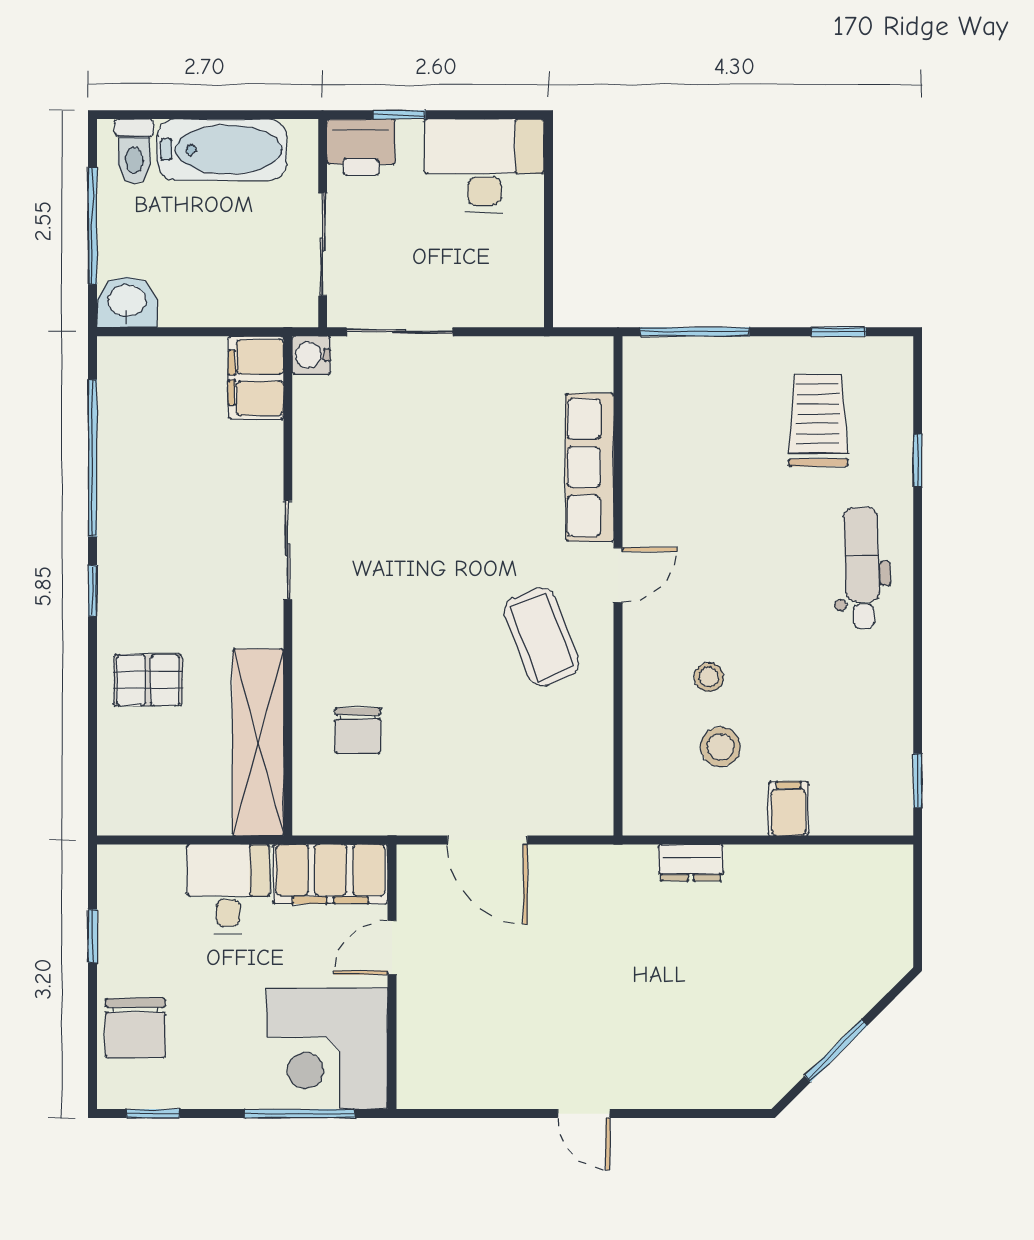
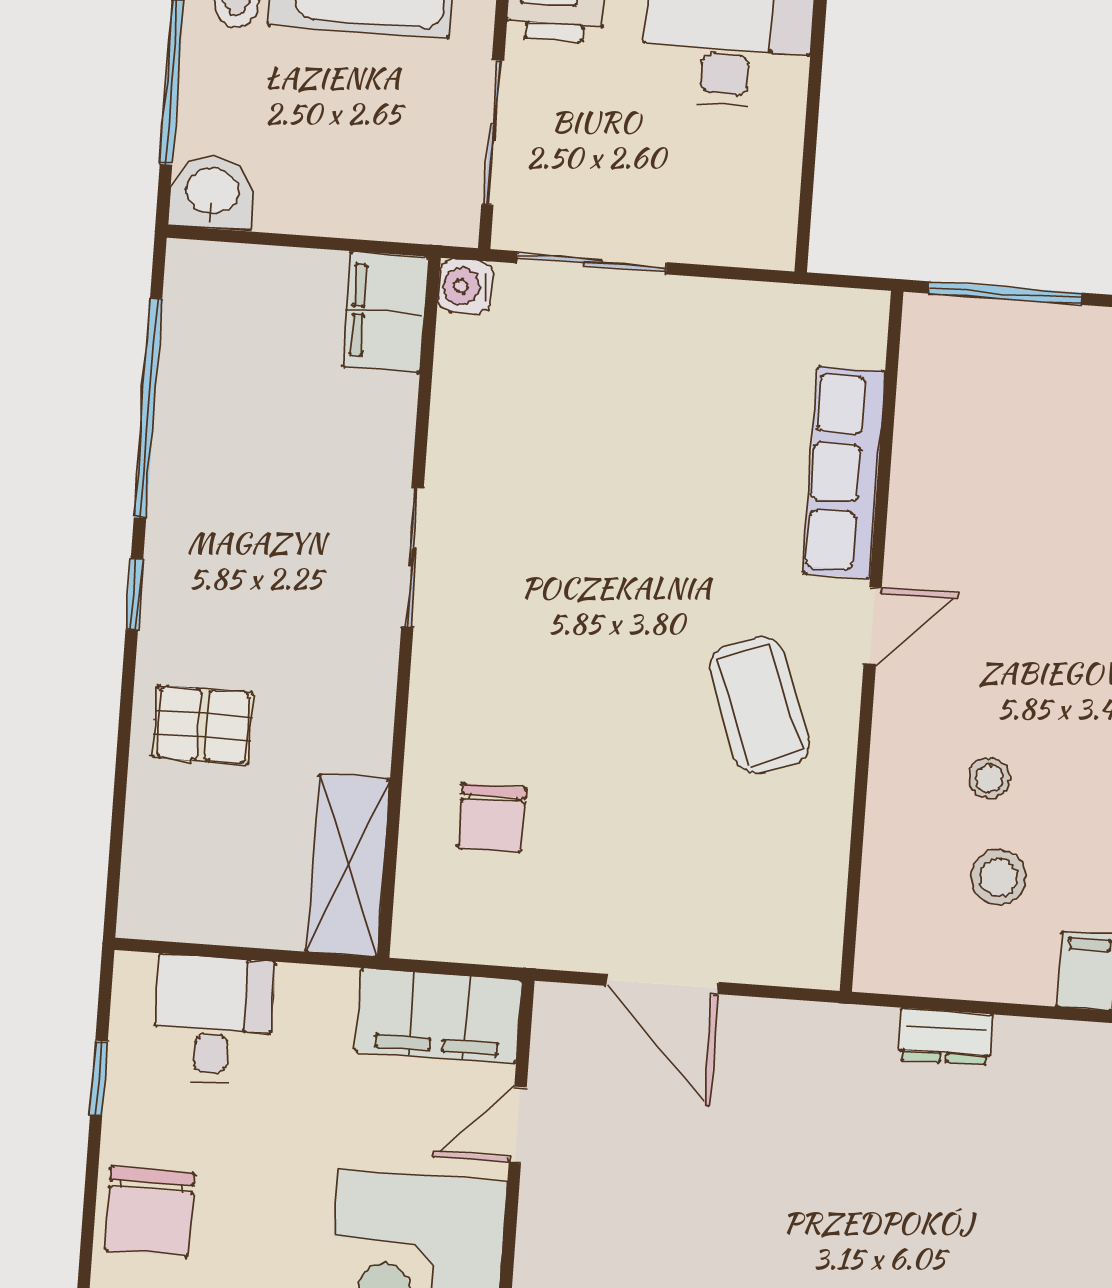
shelving: (258, 742) -> (348, 865), width x0.68
desk: (228, 889) -> (213, 1020), moved

